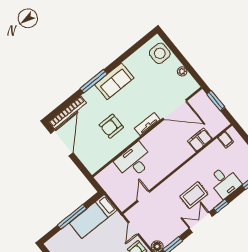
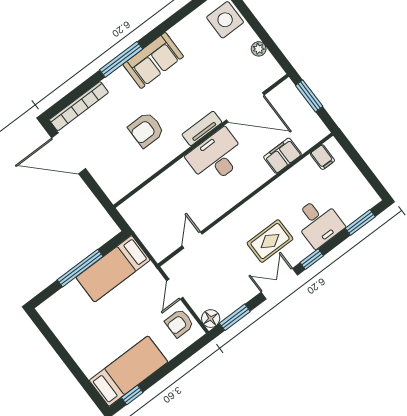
door: (62, 143) -> (69, 153), swing flipped
desk: (134, 161) -> (216, 157), moved

